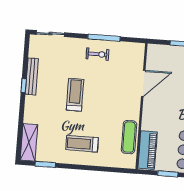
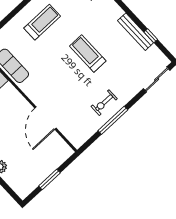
window: (24, 86) -> (151, 36), moved
treadmill: (75, 95) -> (88, 53), turned 180

